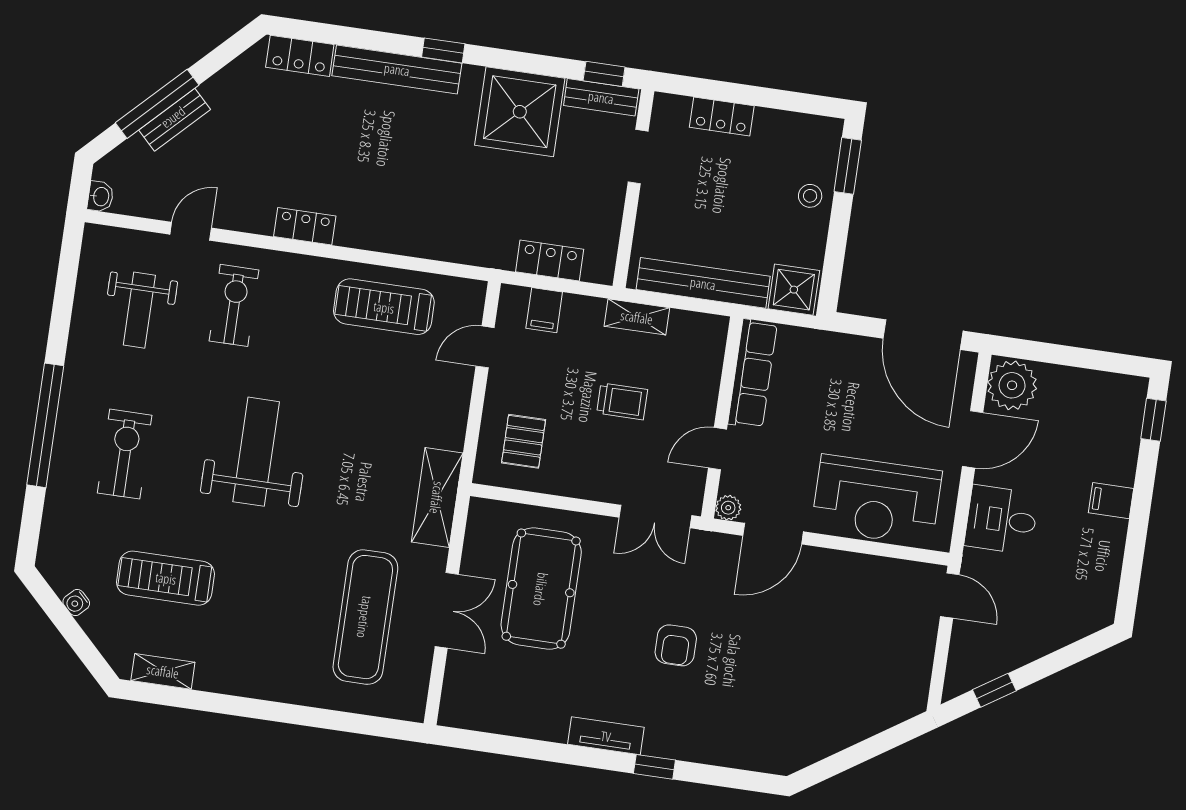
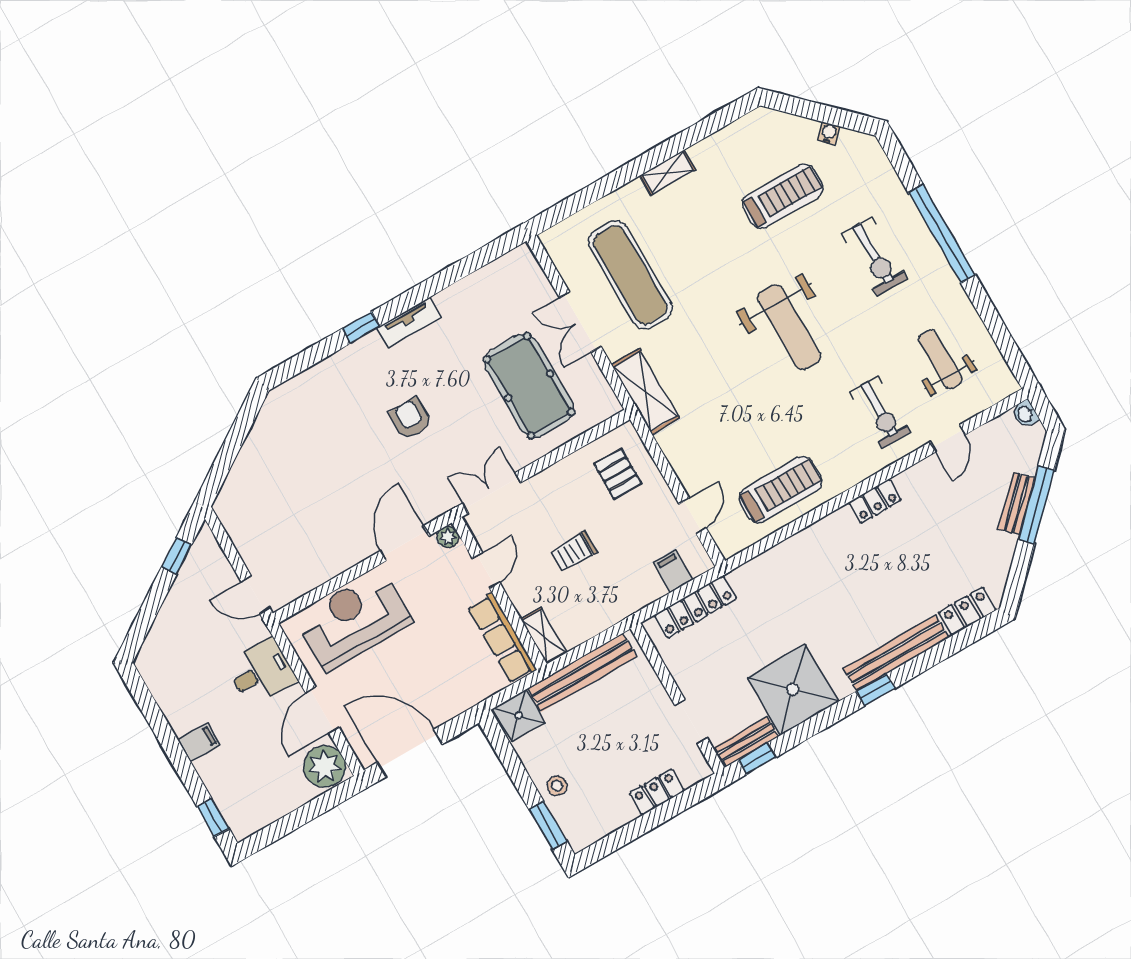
locker: (550, 261) -> (695, 607), width x1.53
shelving: (637, 317) -> (544, 636), moved, turned 90
shelving: (163, 671) -> (667, 173), moved

